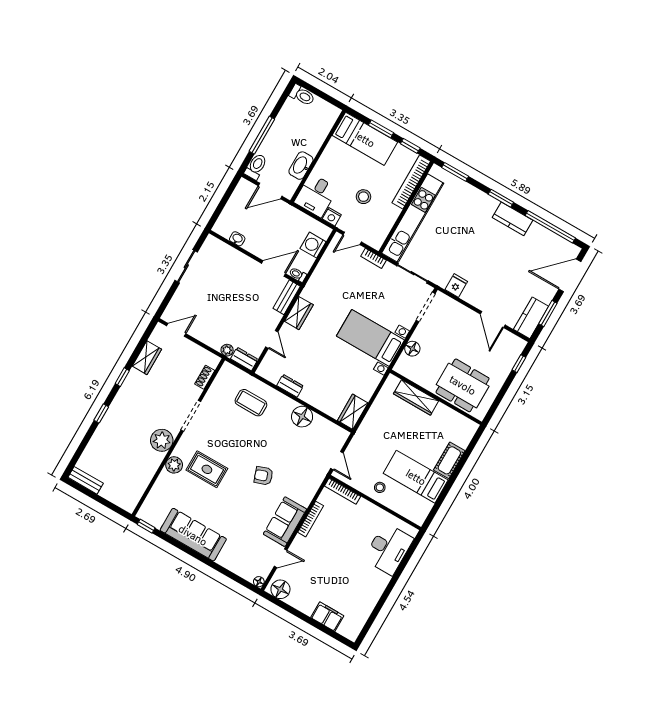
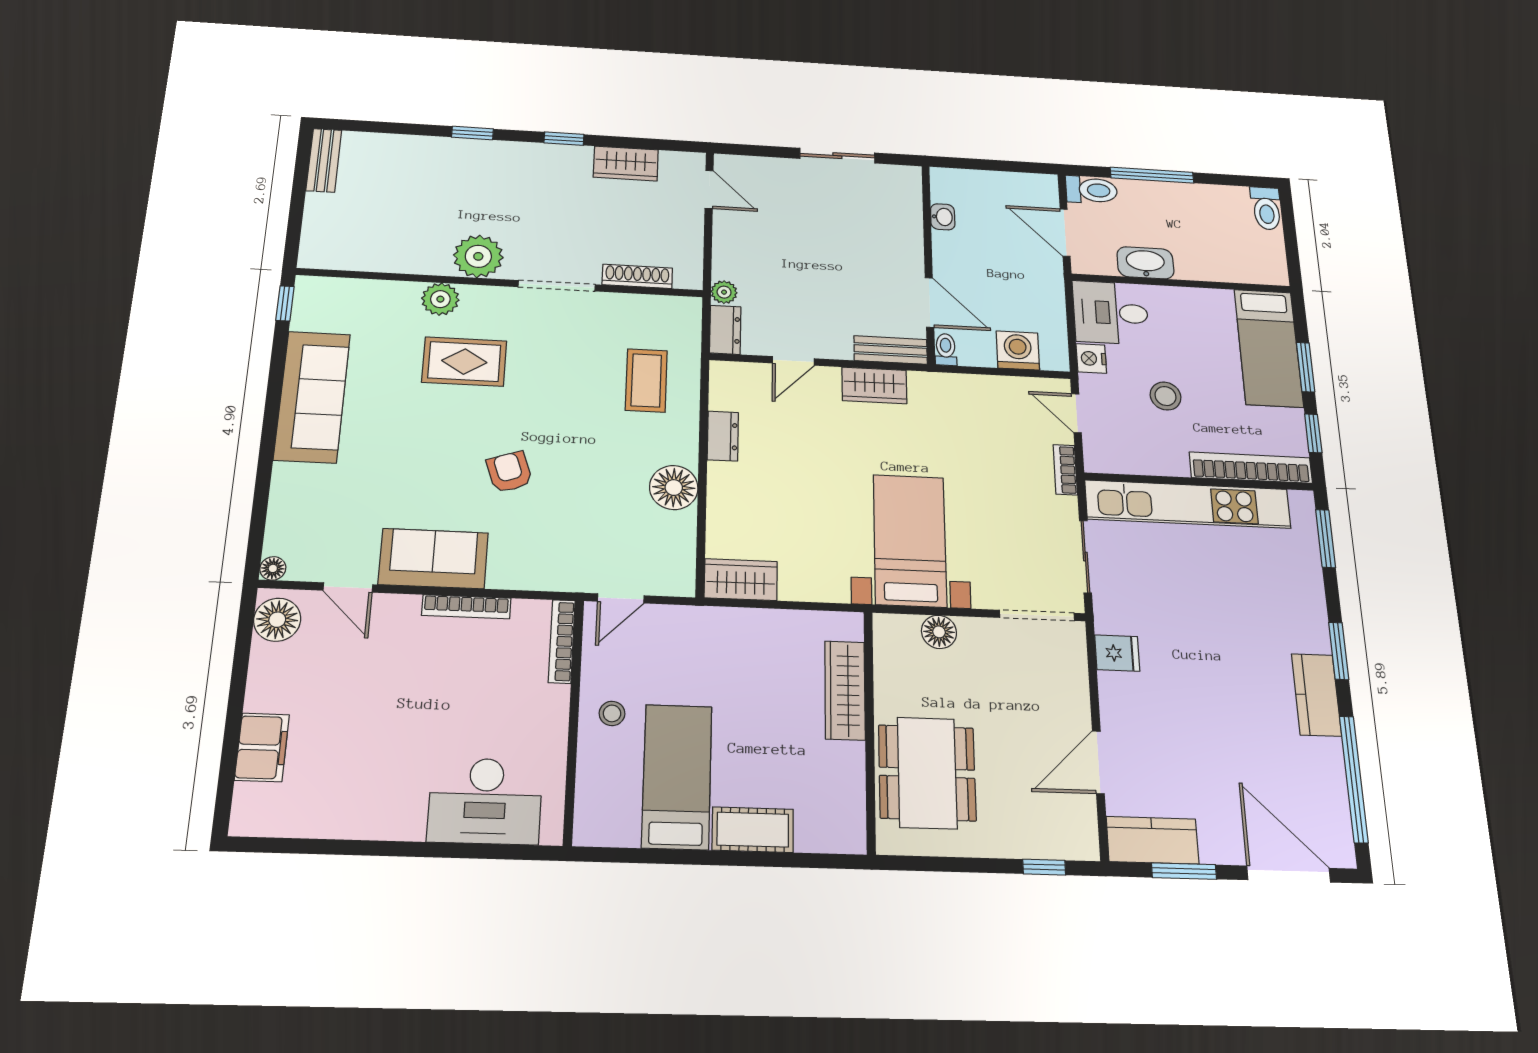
shoe rack: (205, 377) -> (637, 276), width x1.43
rug: (207, 469) -> (464, 362), turned 90

